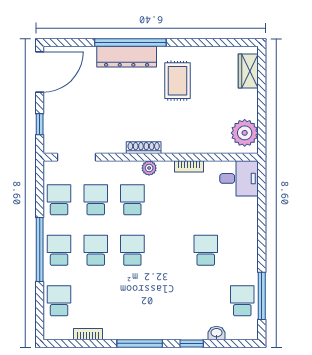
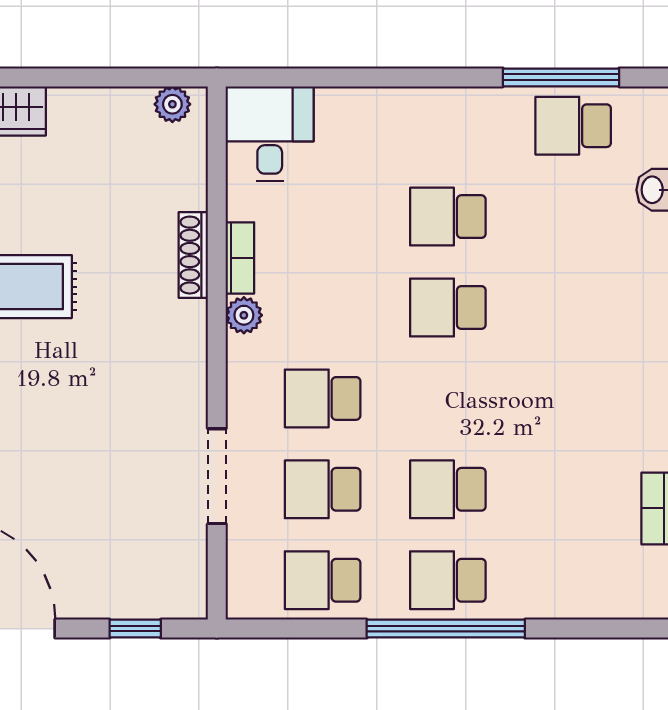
plant: (245, 133) -> (172, 104), width x0.53, depth x0.53
shoe rack: (144, 148) -> (193, 255), moved
doorway: (76, 157) -> (217, 476), moved
plant: (149, 168) -> (244, 315), moved
school desk: (132, 250) -> (448, 308), moved
school desk: (59, 301) -> (573, 580), removed

